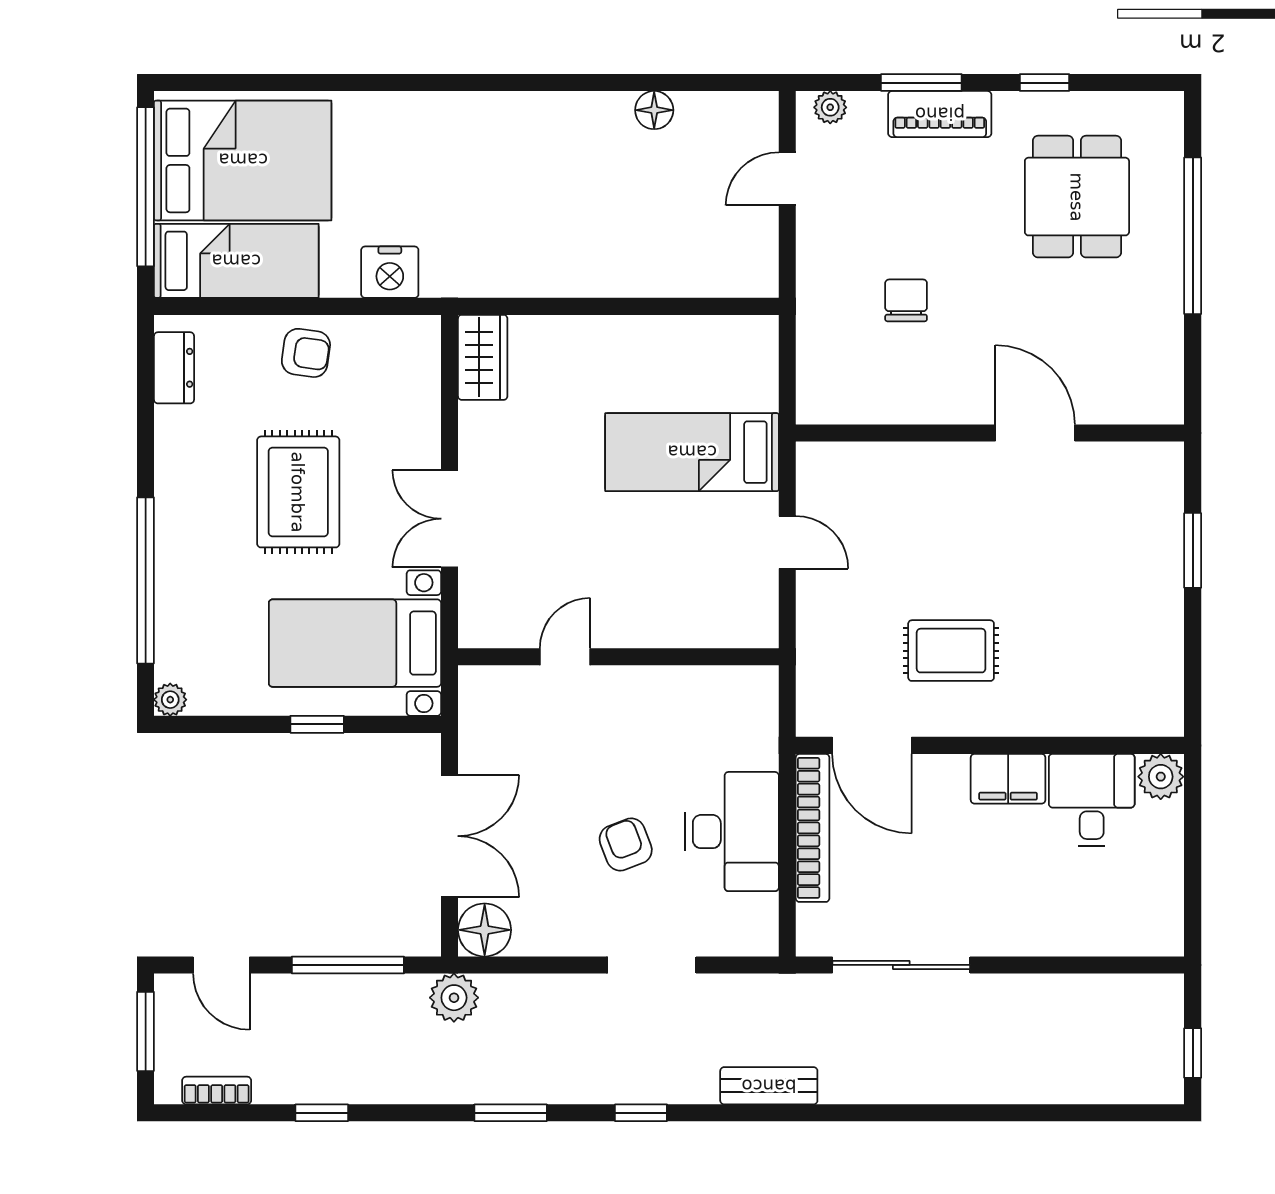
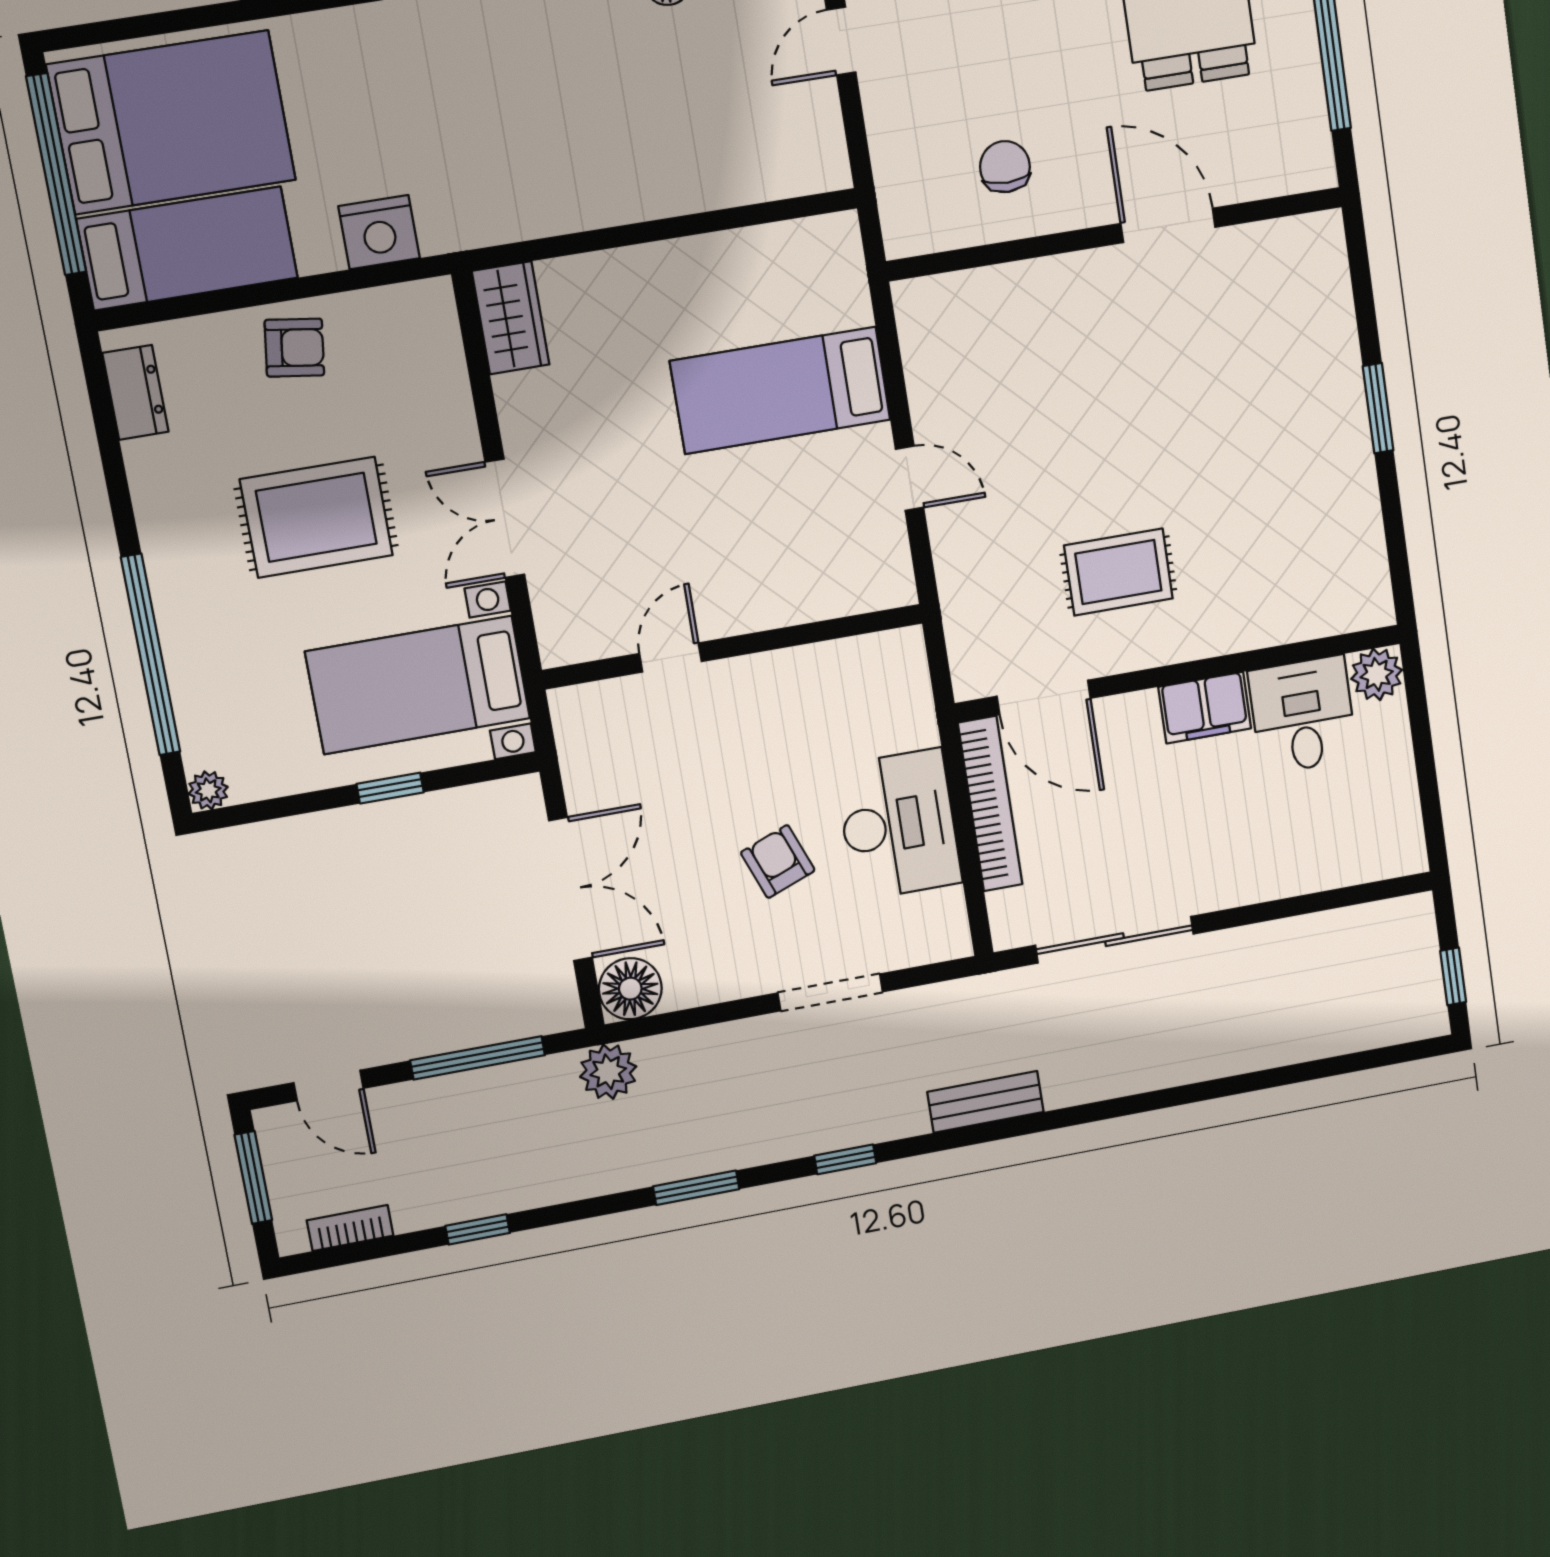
wall: (990, 433) -> (1115, 234), moved
door: (1035, 433) -> (1168, 225), moved
rug: (298, 492) -> (316, 517), turned 90

